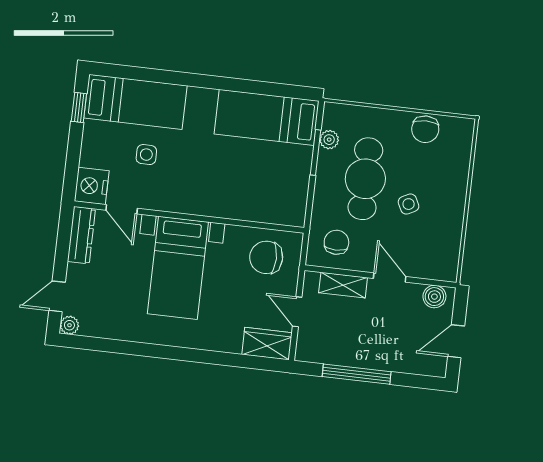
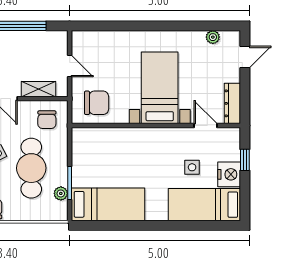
window: (79, 107) -> (245, 160), moved
nightstand: (92, 186) -> (229, 174), moved
plant: (69, 325) -> (213, 37), moved
wardrobe: (267, 344) -> (89, 40), removed

